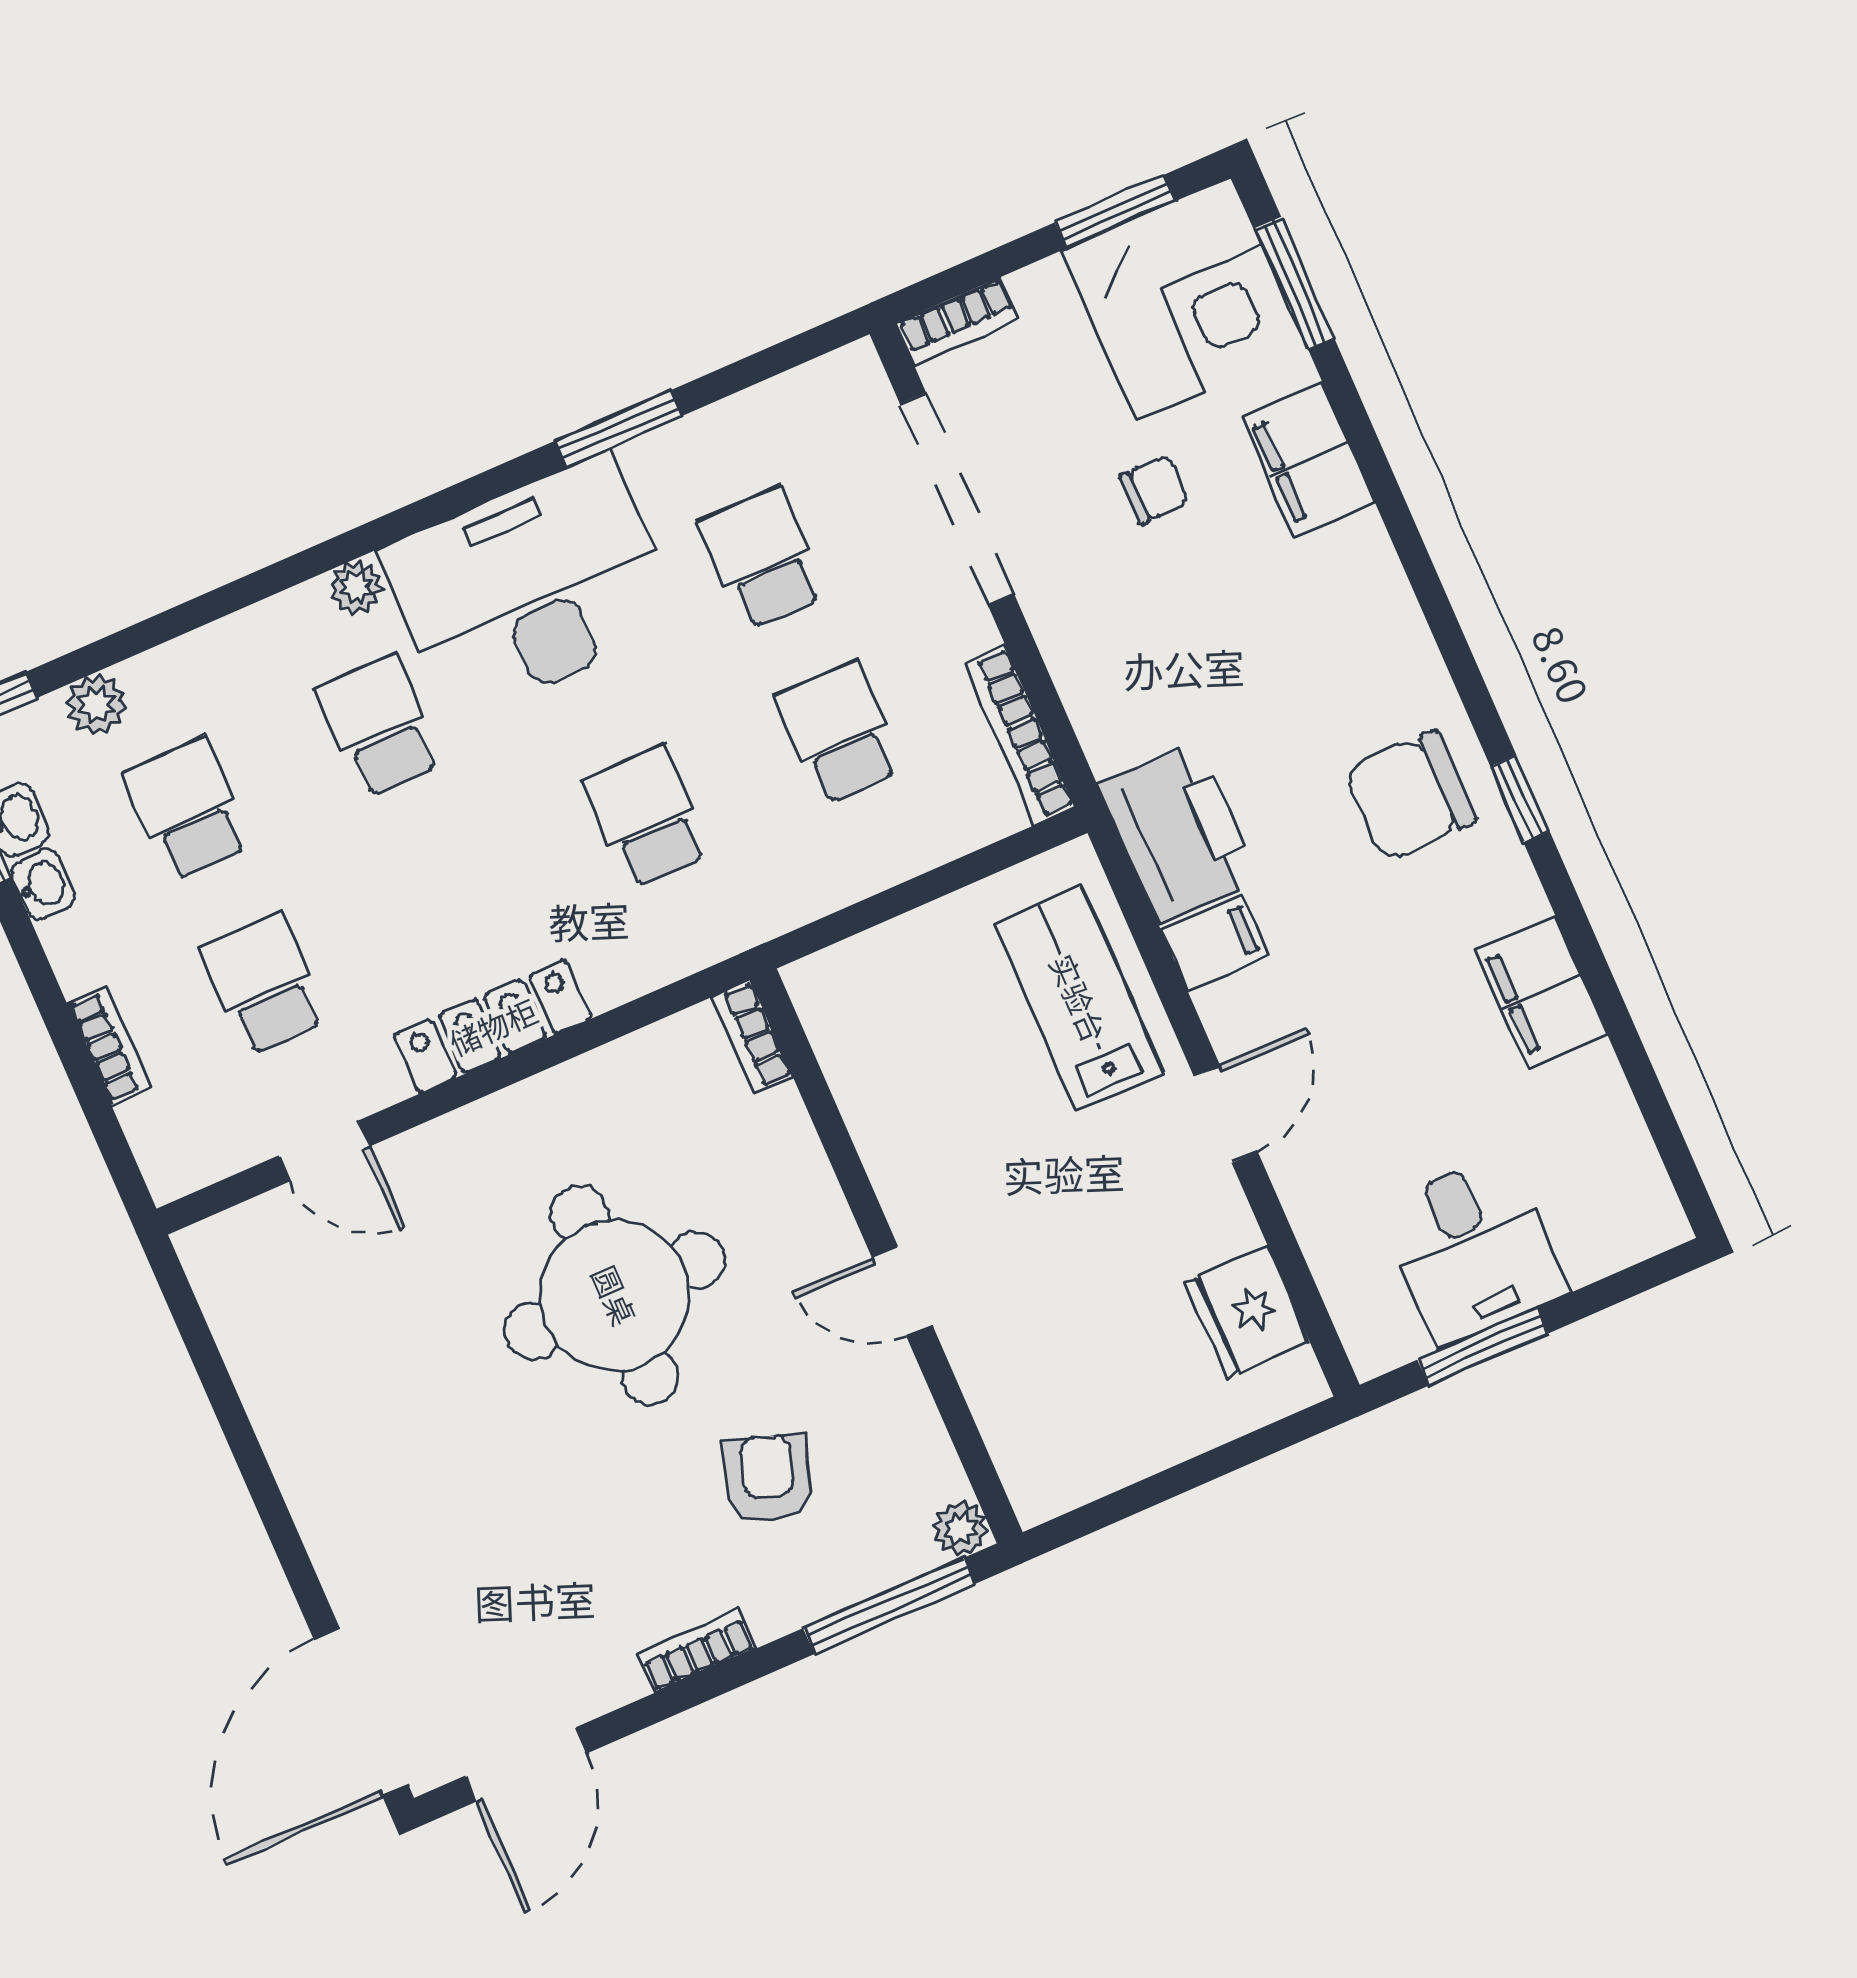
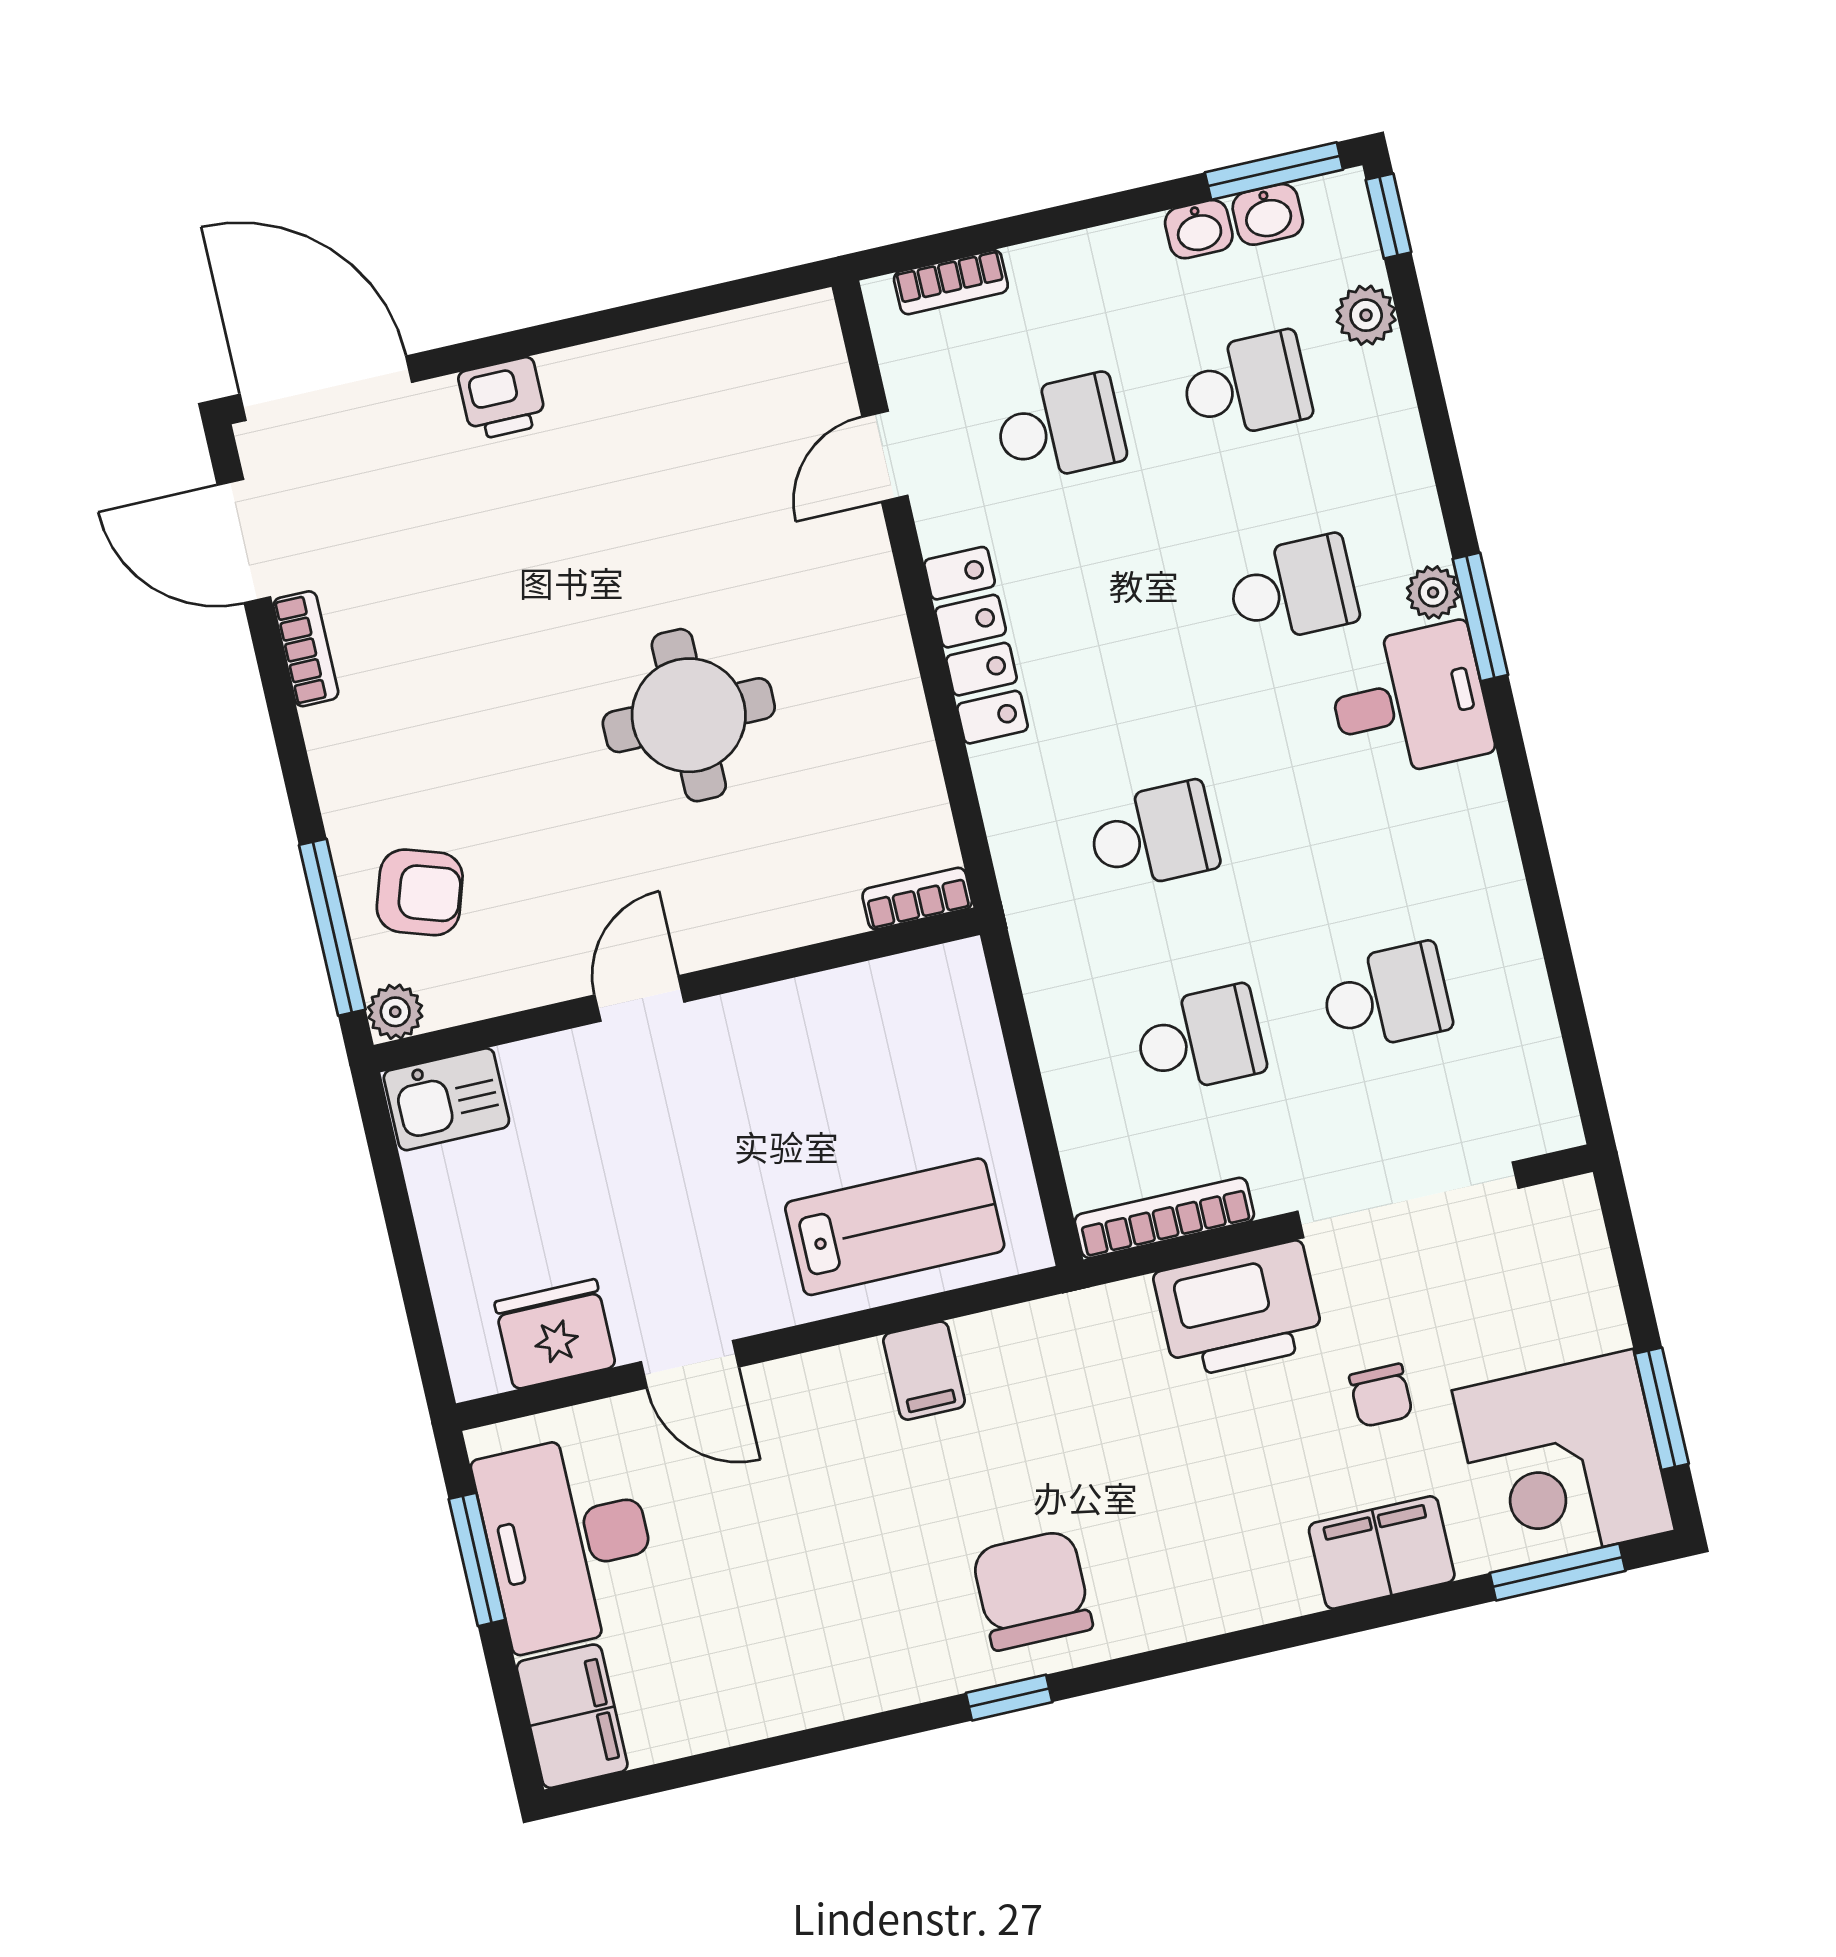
bookcase: (958, 321) -> (1583, 1233), removed
window: (619, 428) -> (1480, 617), moved
desk: (531, 587) -> (1409, 701), width x0.53, depth x0.77
printer: (1178, 832) -> (1239, 1310), moved
filing cabinet: (1541, 992) -> (572, 1716), moved, turned 90
bookcase: (109, 1045) -> (951, 282), moved
door: (1226, 1114) -> (690, 1364), moved
desk: (1473, 1249) -> (568, 1541), width x1.37
round table: (615, 1295) -> (689, 715), width x0.73, depth x0.73
kitchen sink: (1037, 1462) -> (446, 1099), added
armchair: (768, 1478) -> (420, 892), moved
printer: (338, 1537) -> (502, 398), added
bookcase: (697, 1650) -> (306, 649), moved

